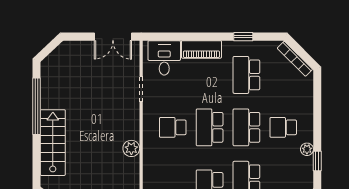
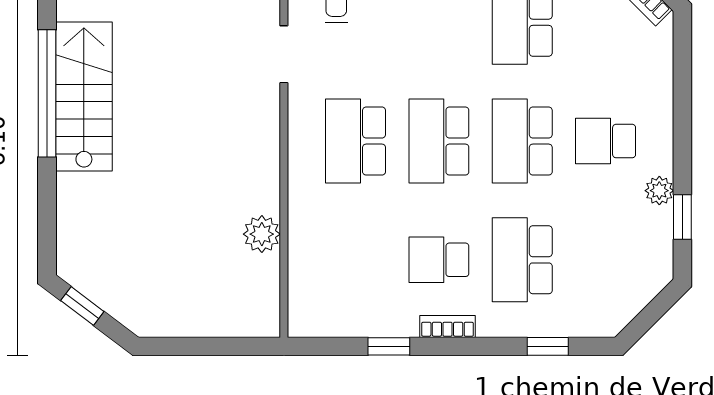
school desk: (173, 127) -> (356, 141), width x1.85
stairs: (53, 143) -> (84, 97), moved
plant: (131, 148) -> (262, 234), moved

